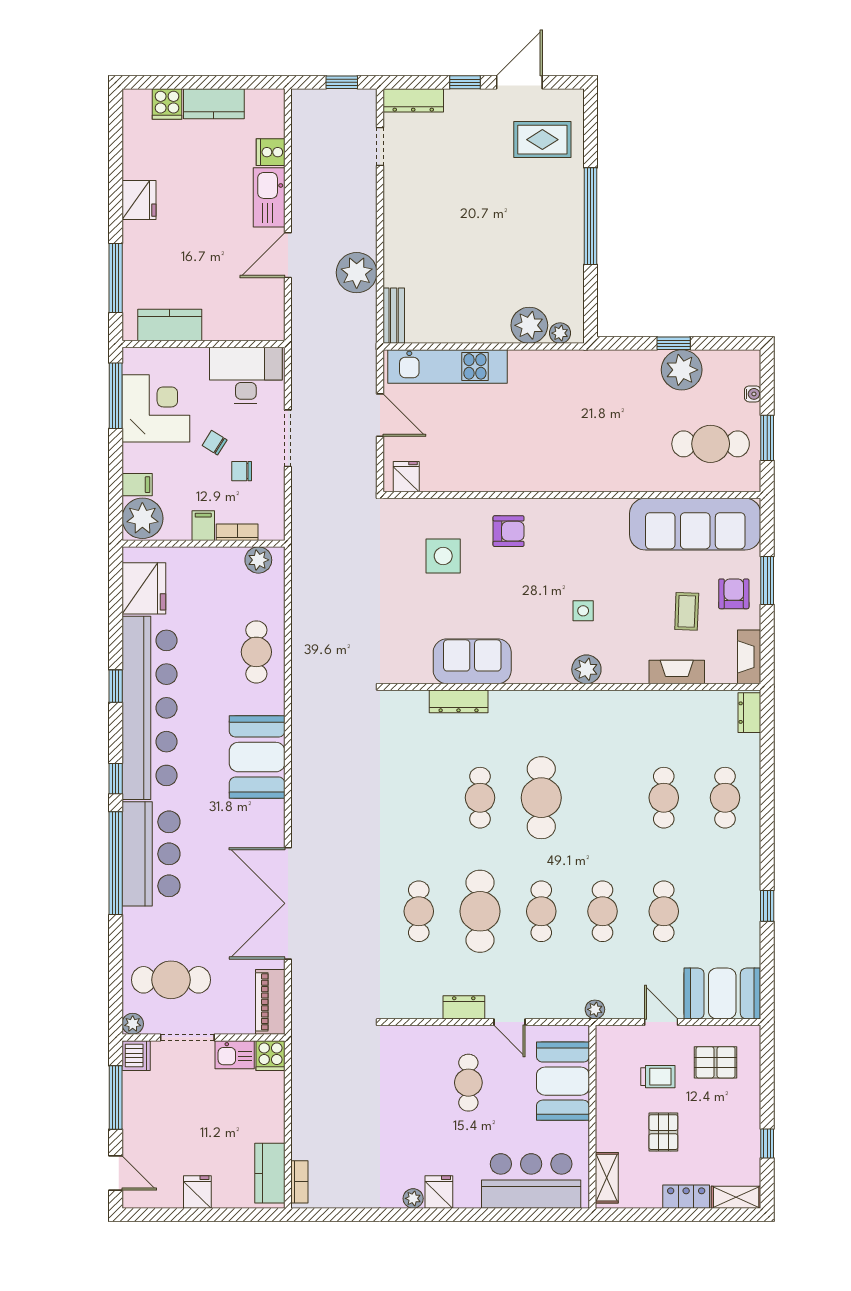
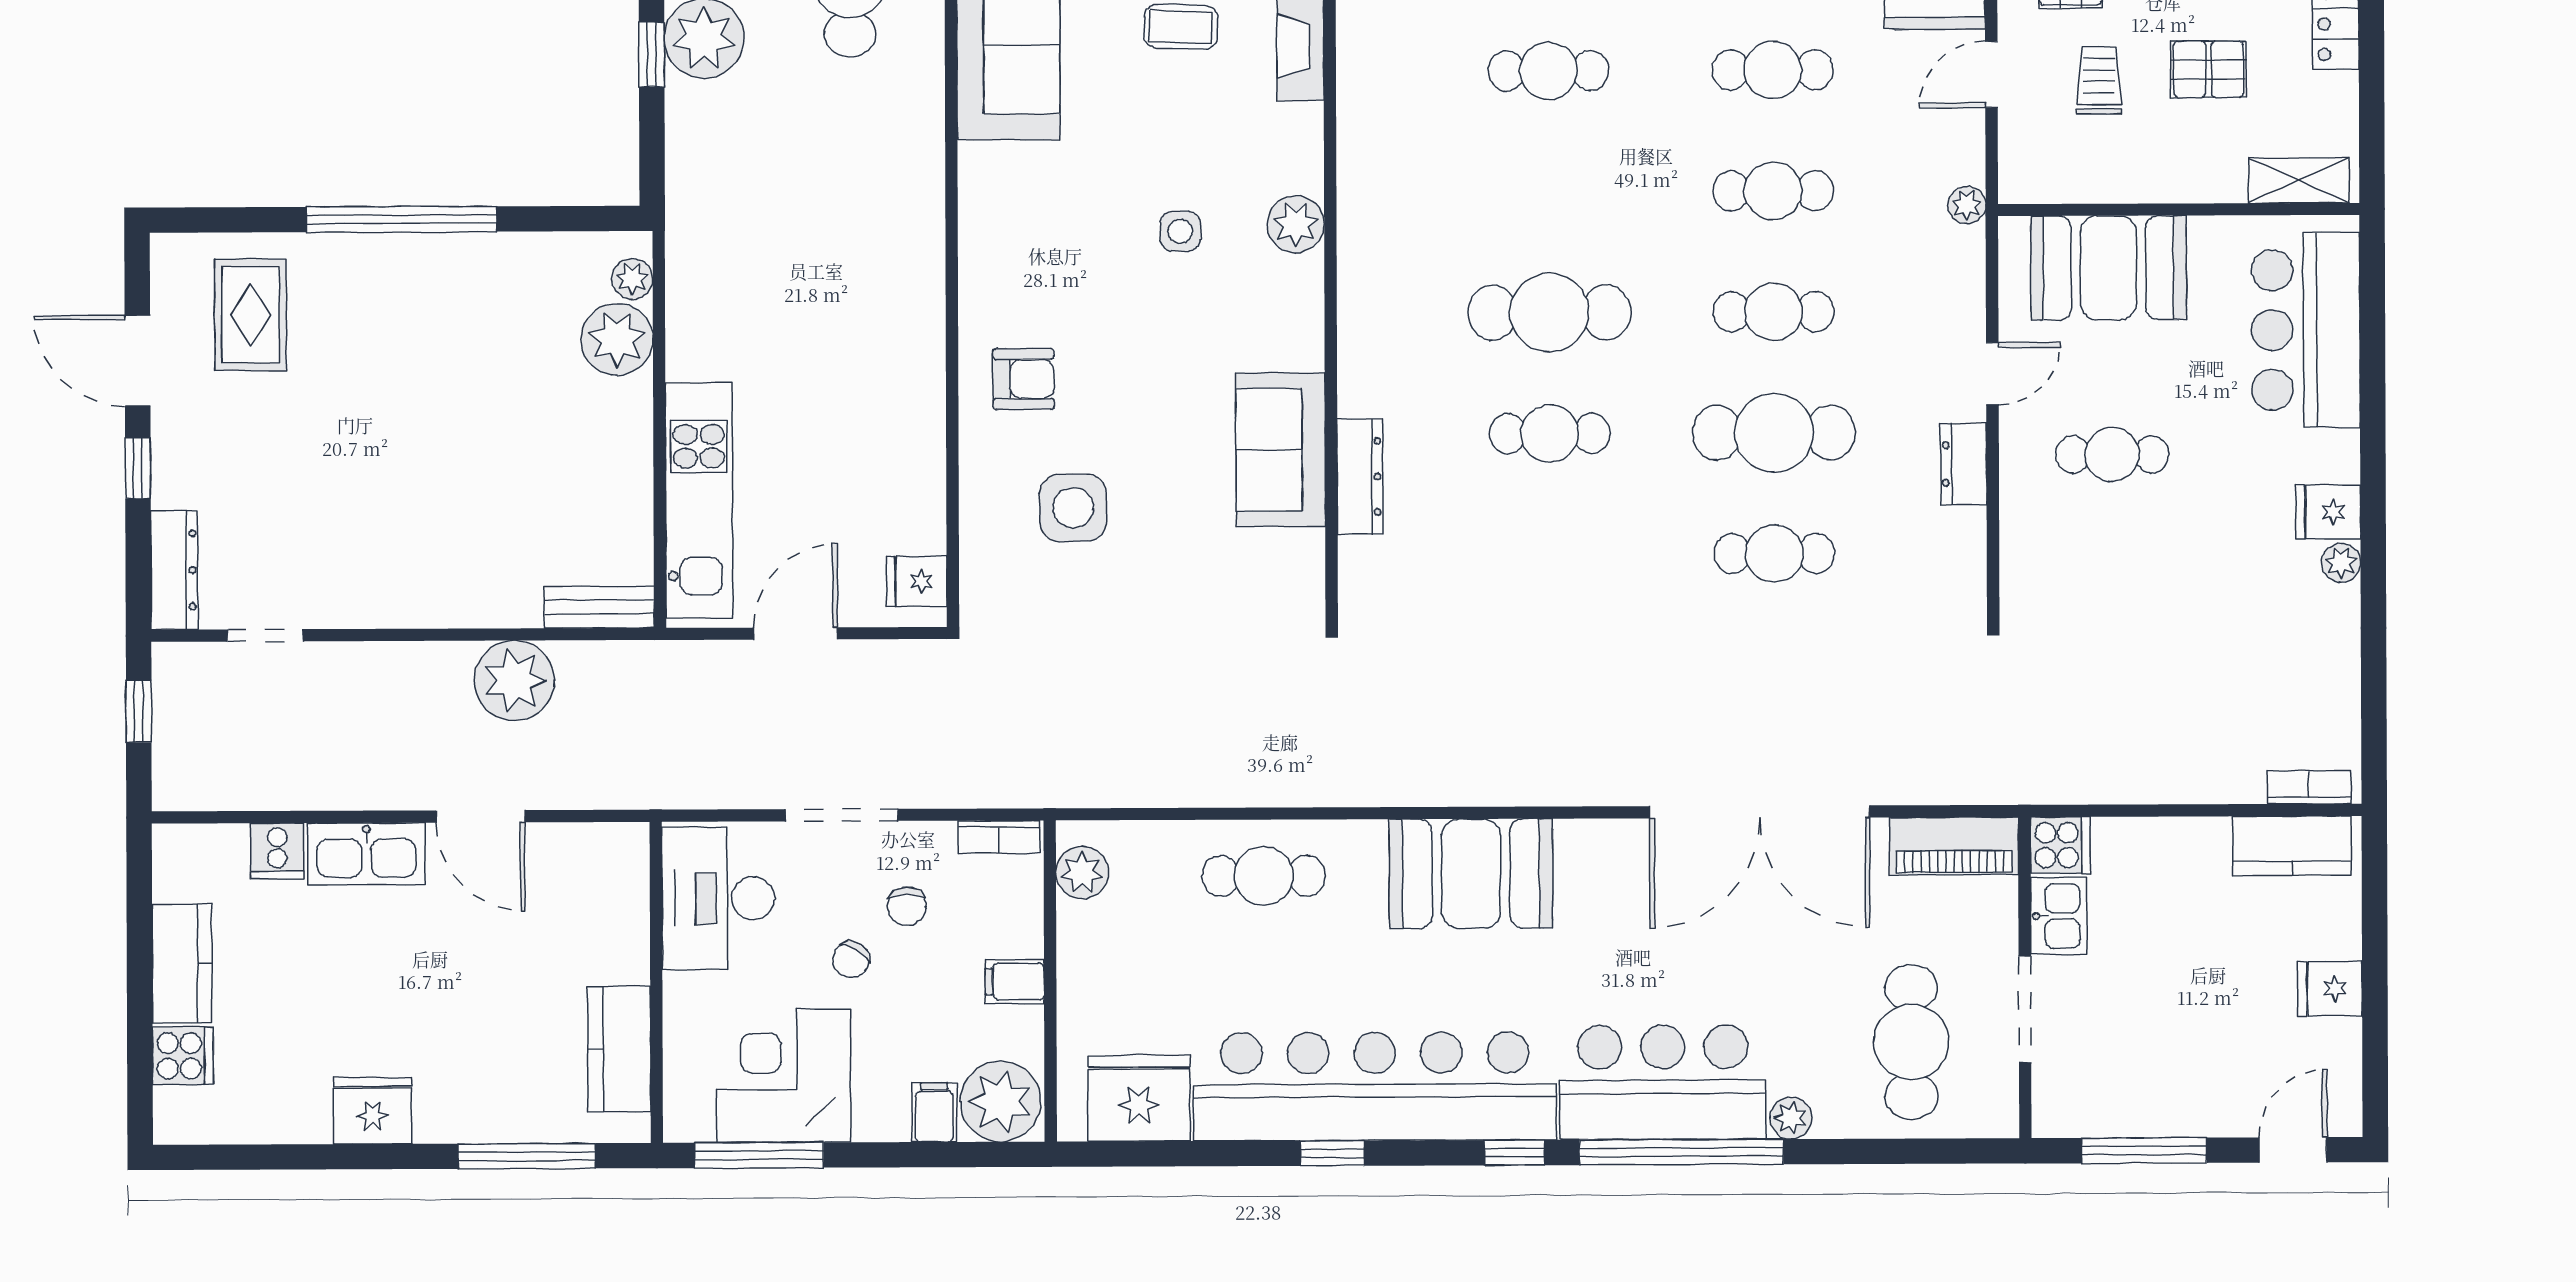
armchair: (509, 531) -> (1023, 379), turned 90
bookcase: (237, 532) -> (999, 837), moved, turned -90
plant: (133, 1024) -> (1791, 1118), moved
dishwasher: (136, 1056) -> (2061, 1110), removed

